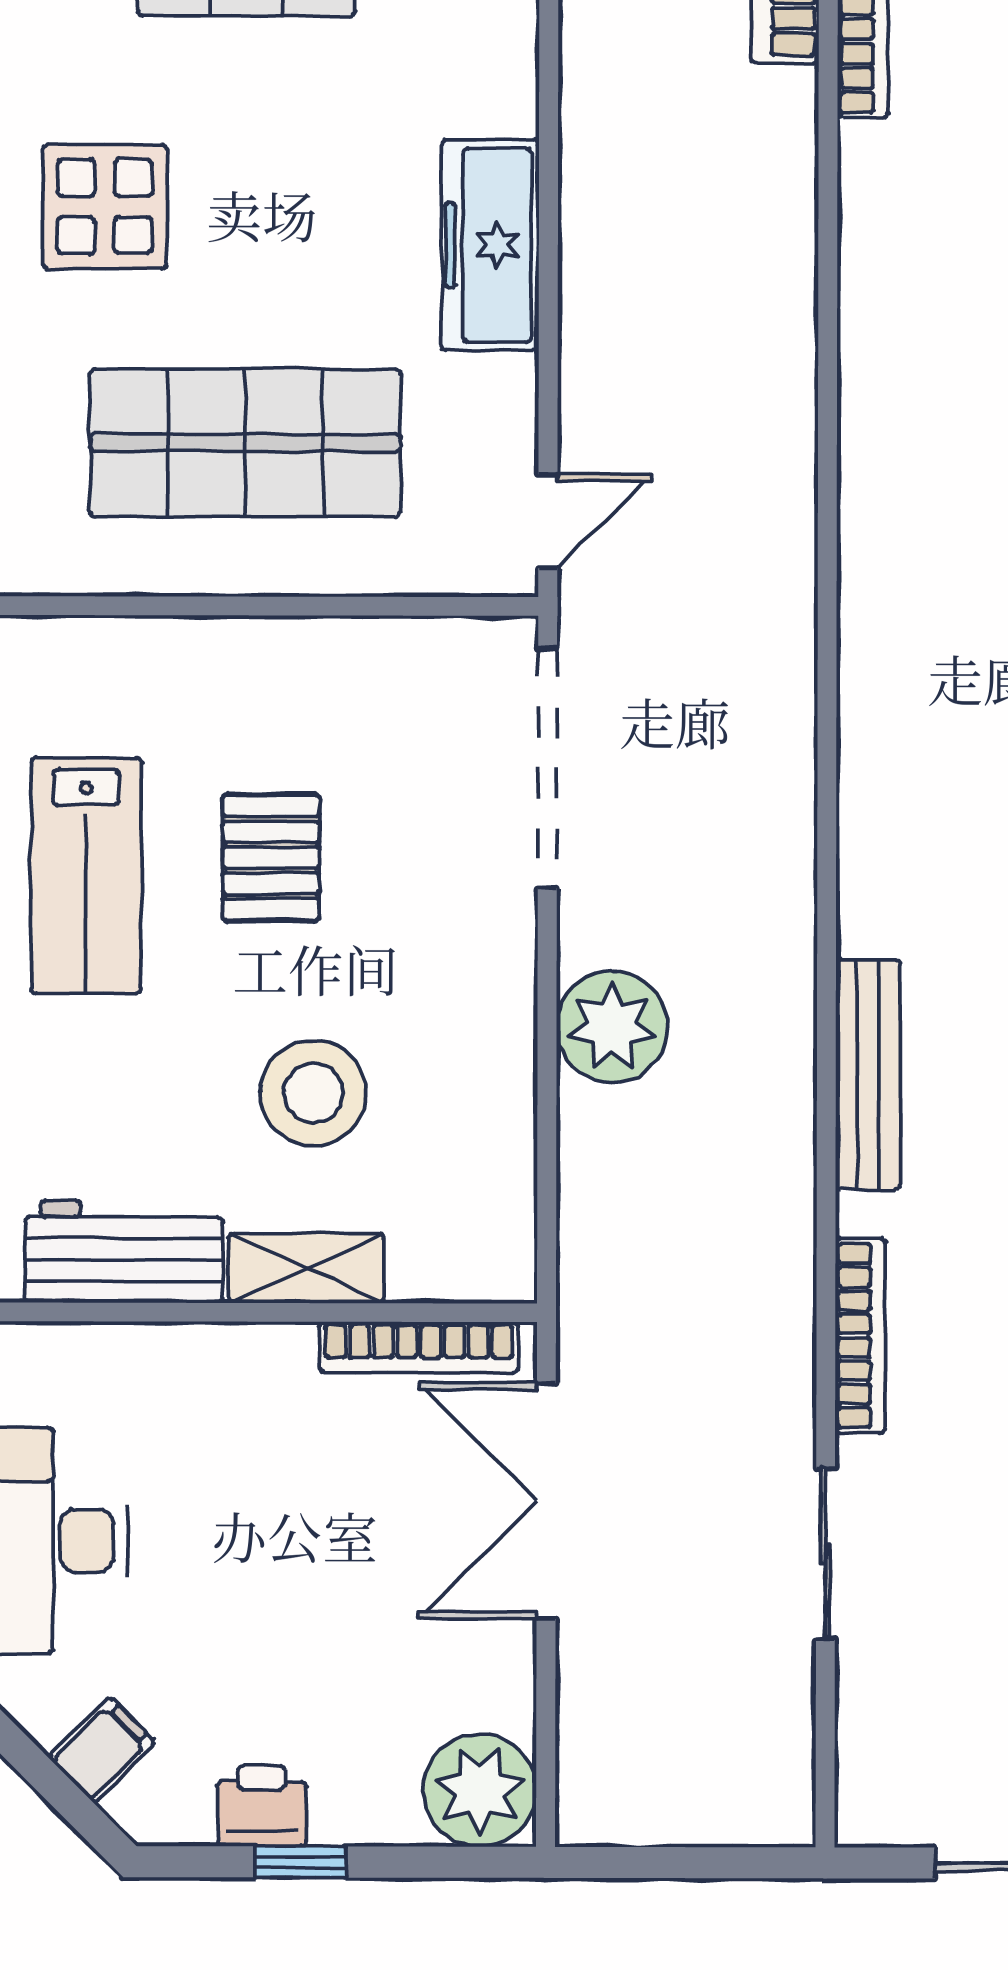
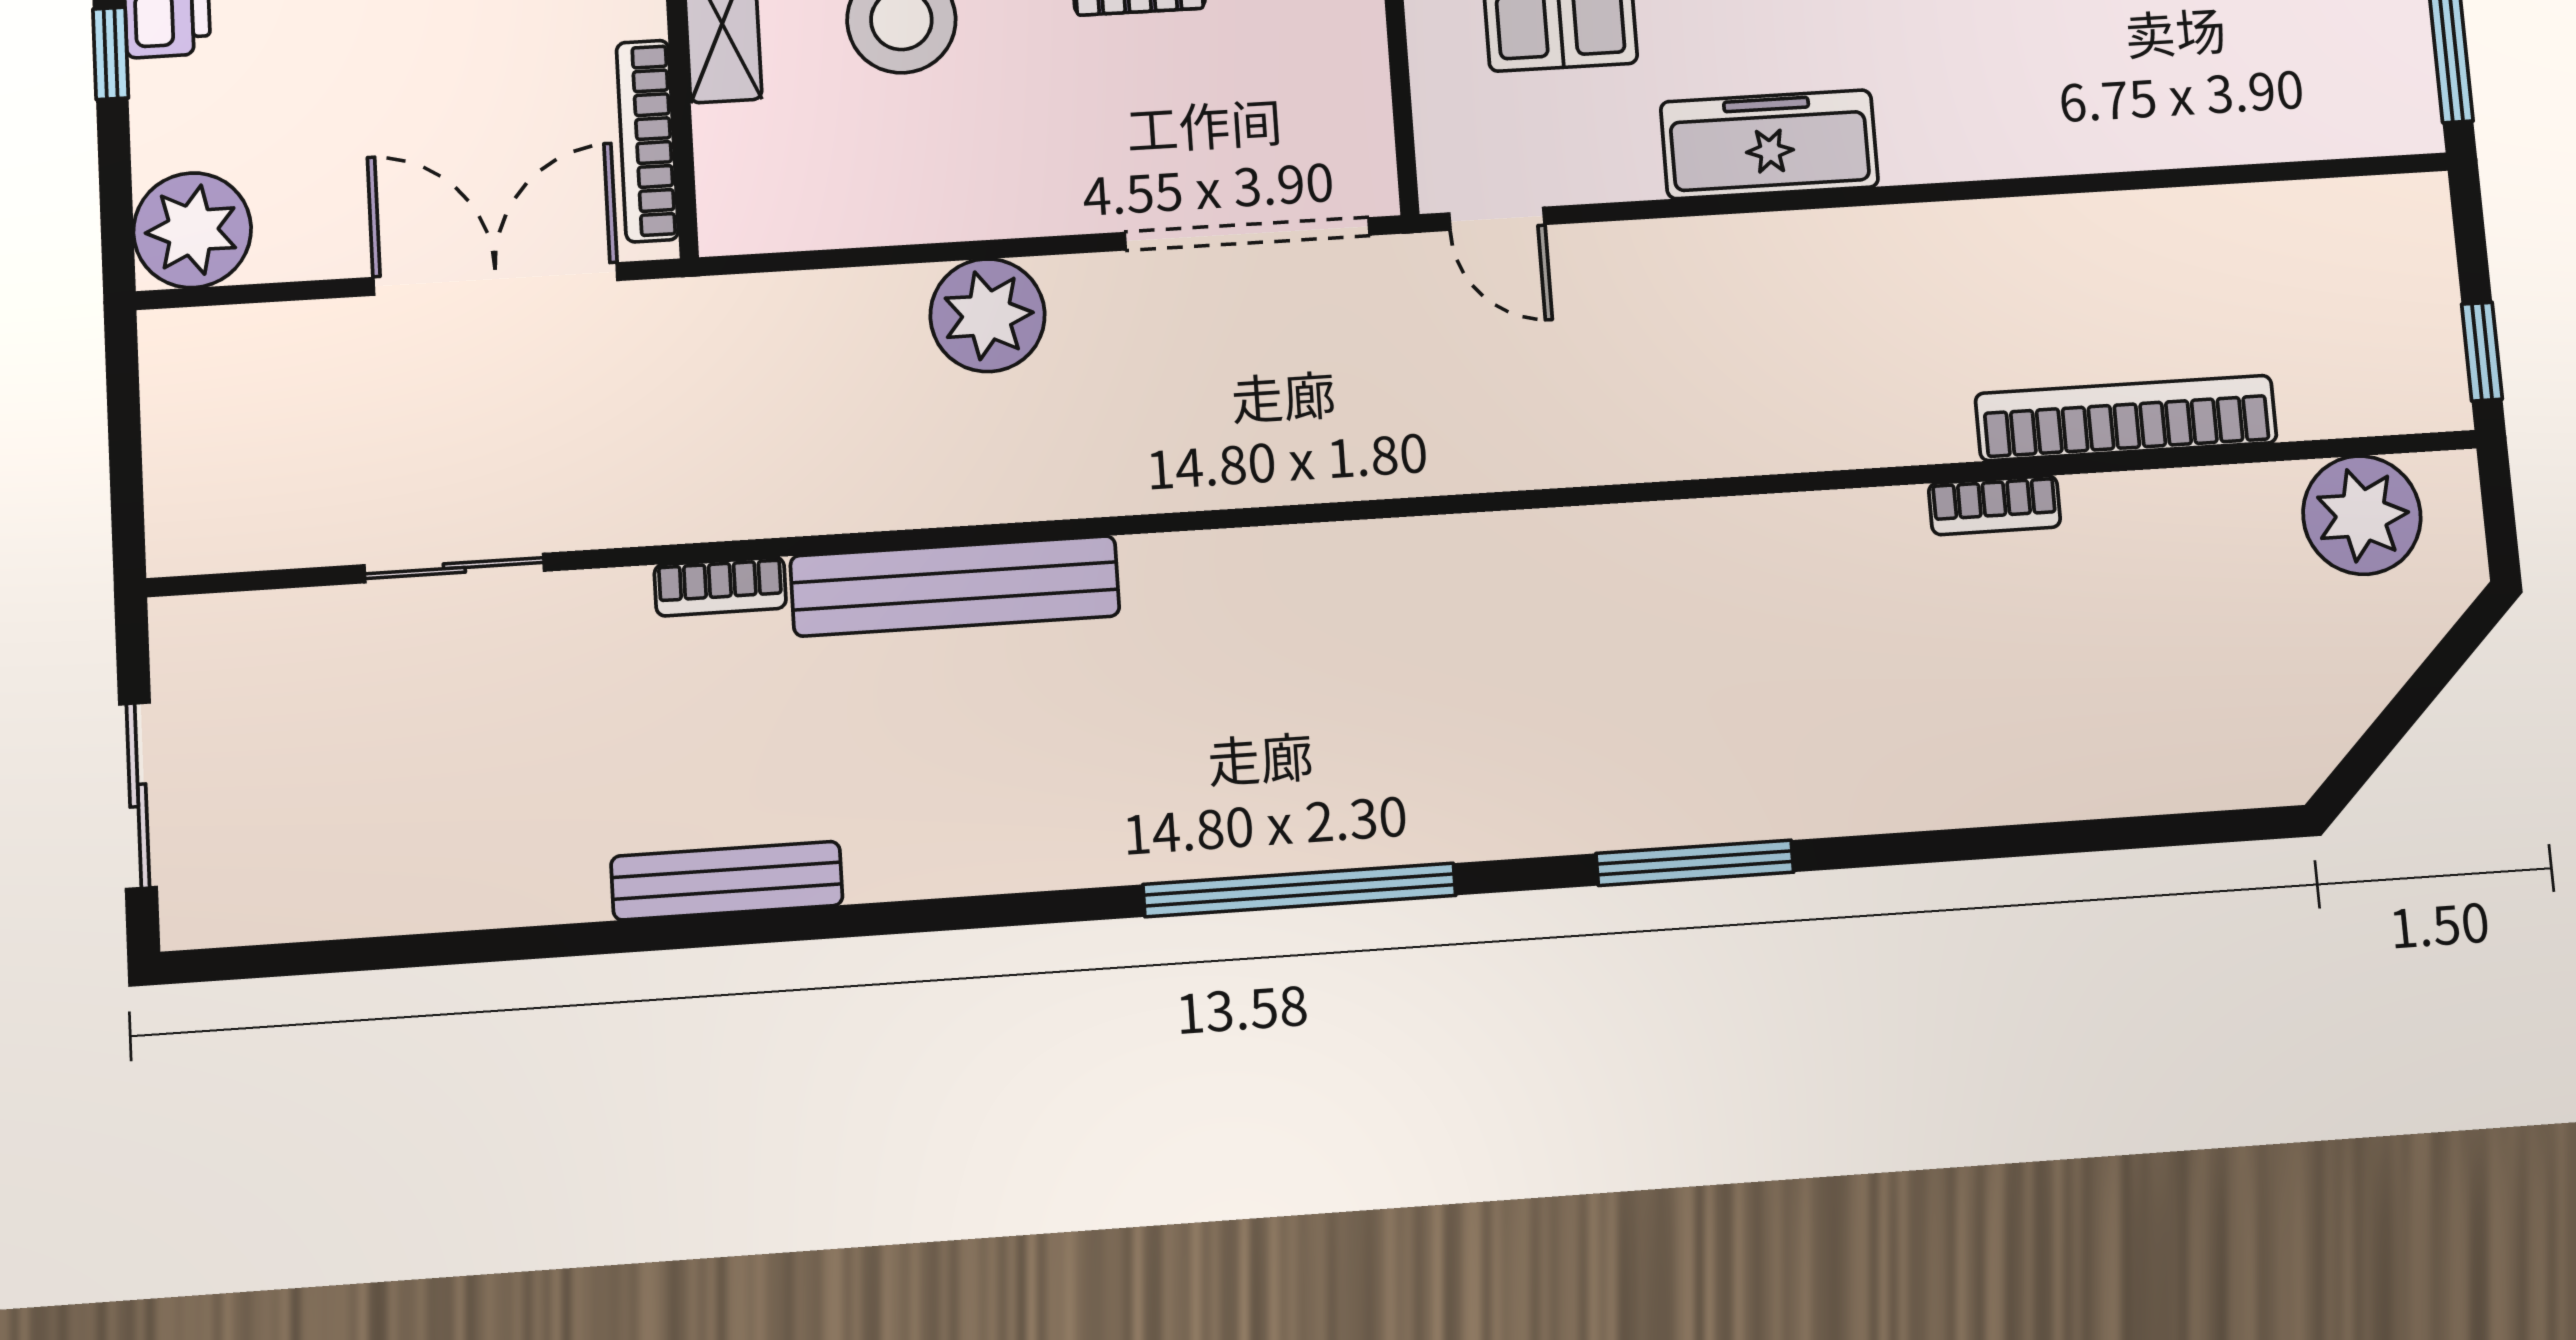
bench: (868, 1075) -> (955, 586), width x1.37, depth x1.21
bookcase: (860, 1336) -> (720, 587), width x0.64

